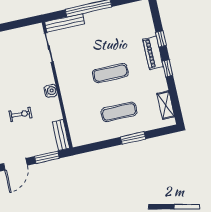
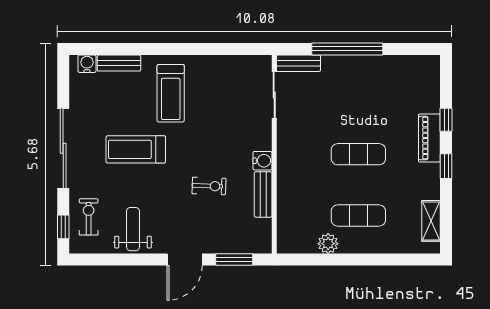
bench: (65, 23) -> (298, 63), width x0.73
plant: (104, 134) -> (328, 244), added
bench: (61, 135) -> (263, 194), moved
window: (133, 138) -> (371, 260), removed

